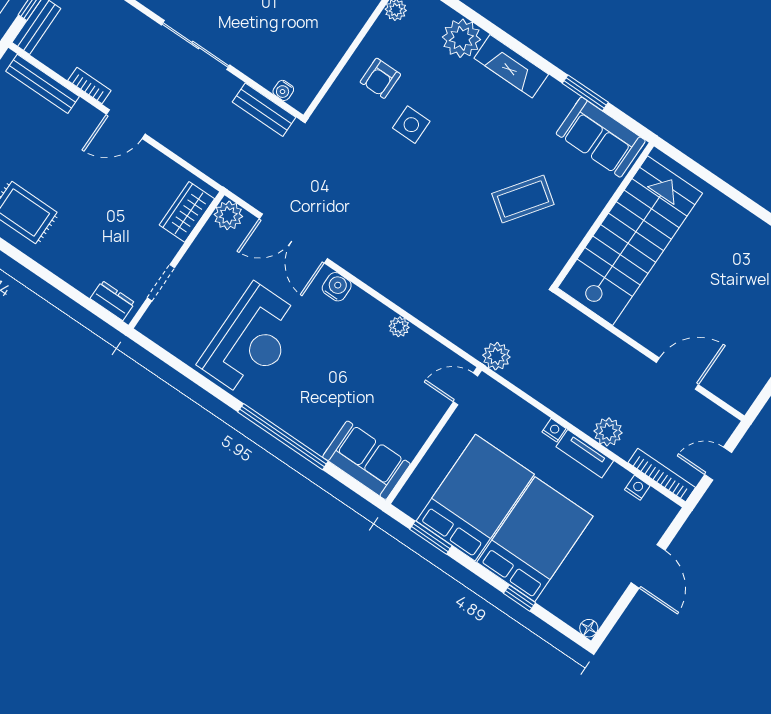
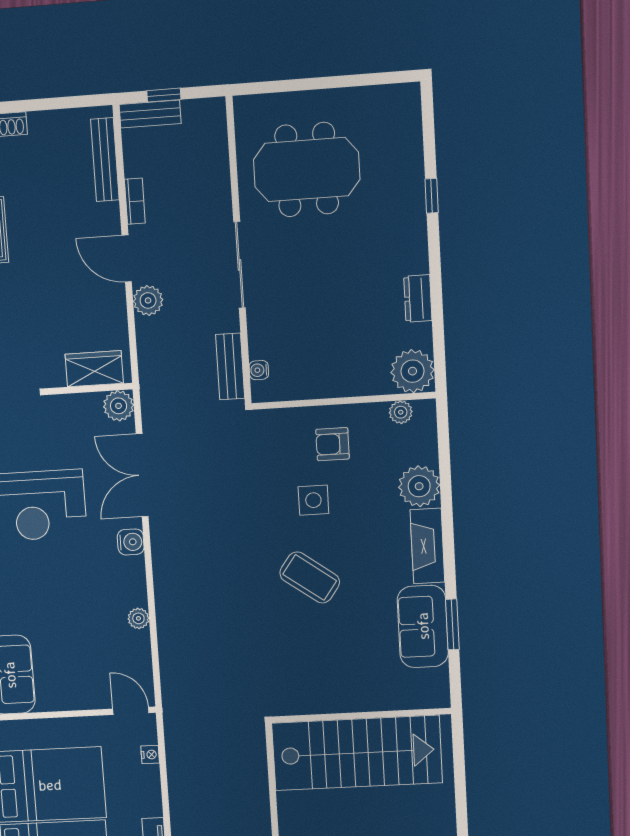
sofa: (601, 137) -> (423, 626), moved
coffee table: (523, 199) -> (310, 578), moved
plant: (496, 356) -> (148, 300), moved
nightstand: (554, 430) -> (150, 755), moved

